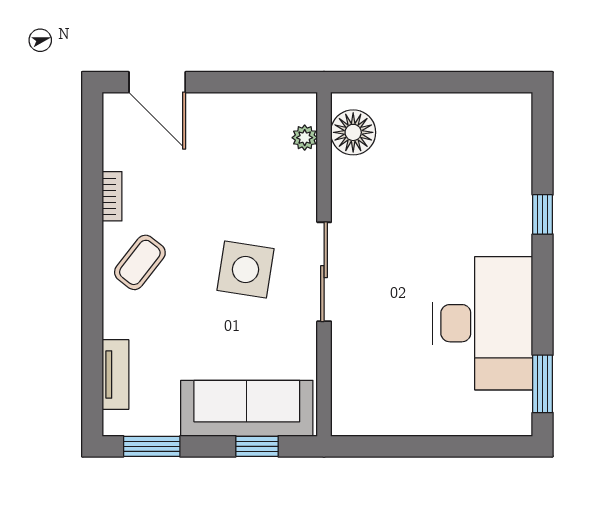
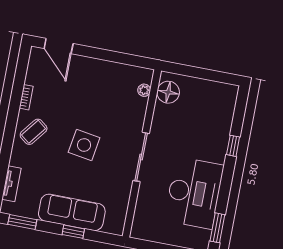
floor lamp: (353, 132) -> (168, 92), moved
plant: (305, 138) -> (144, 90), moved
wall: (324, 264) -> (142, 153), moved
sliding door: (324, 272) -> (141, 157), moved

